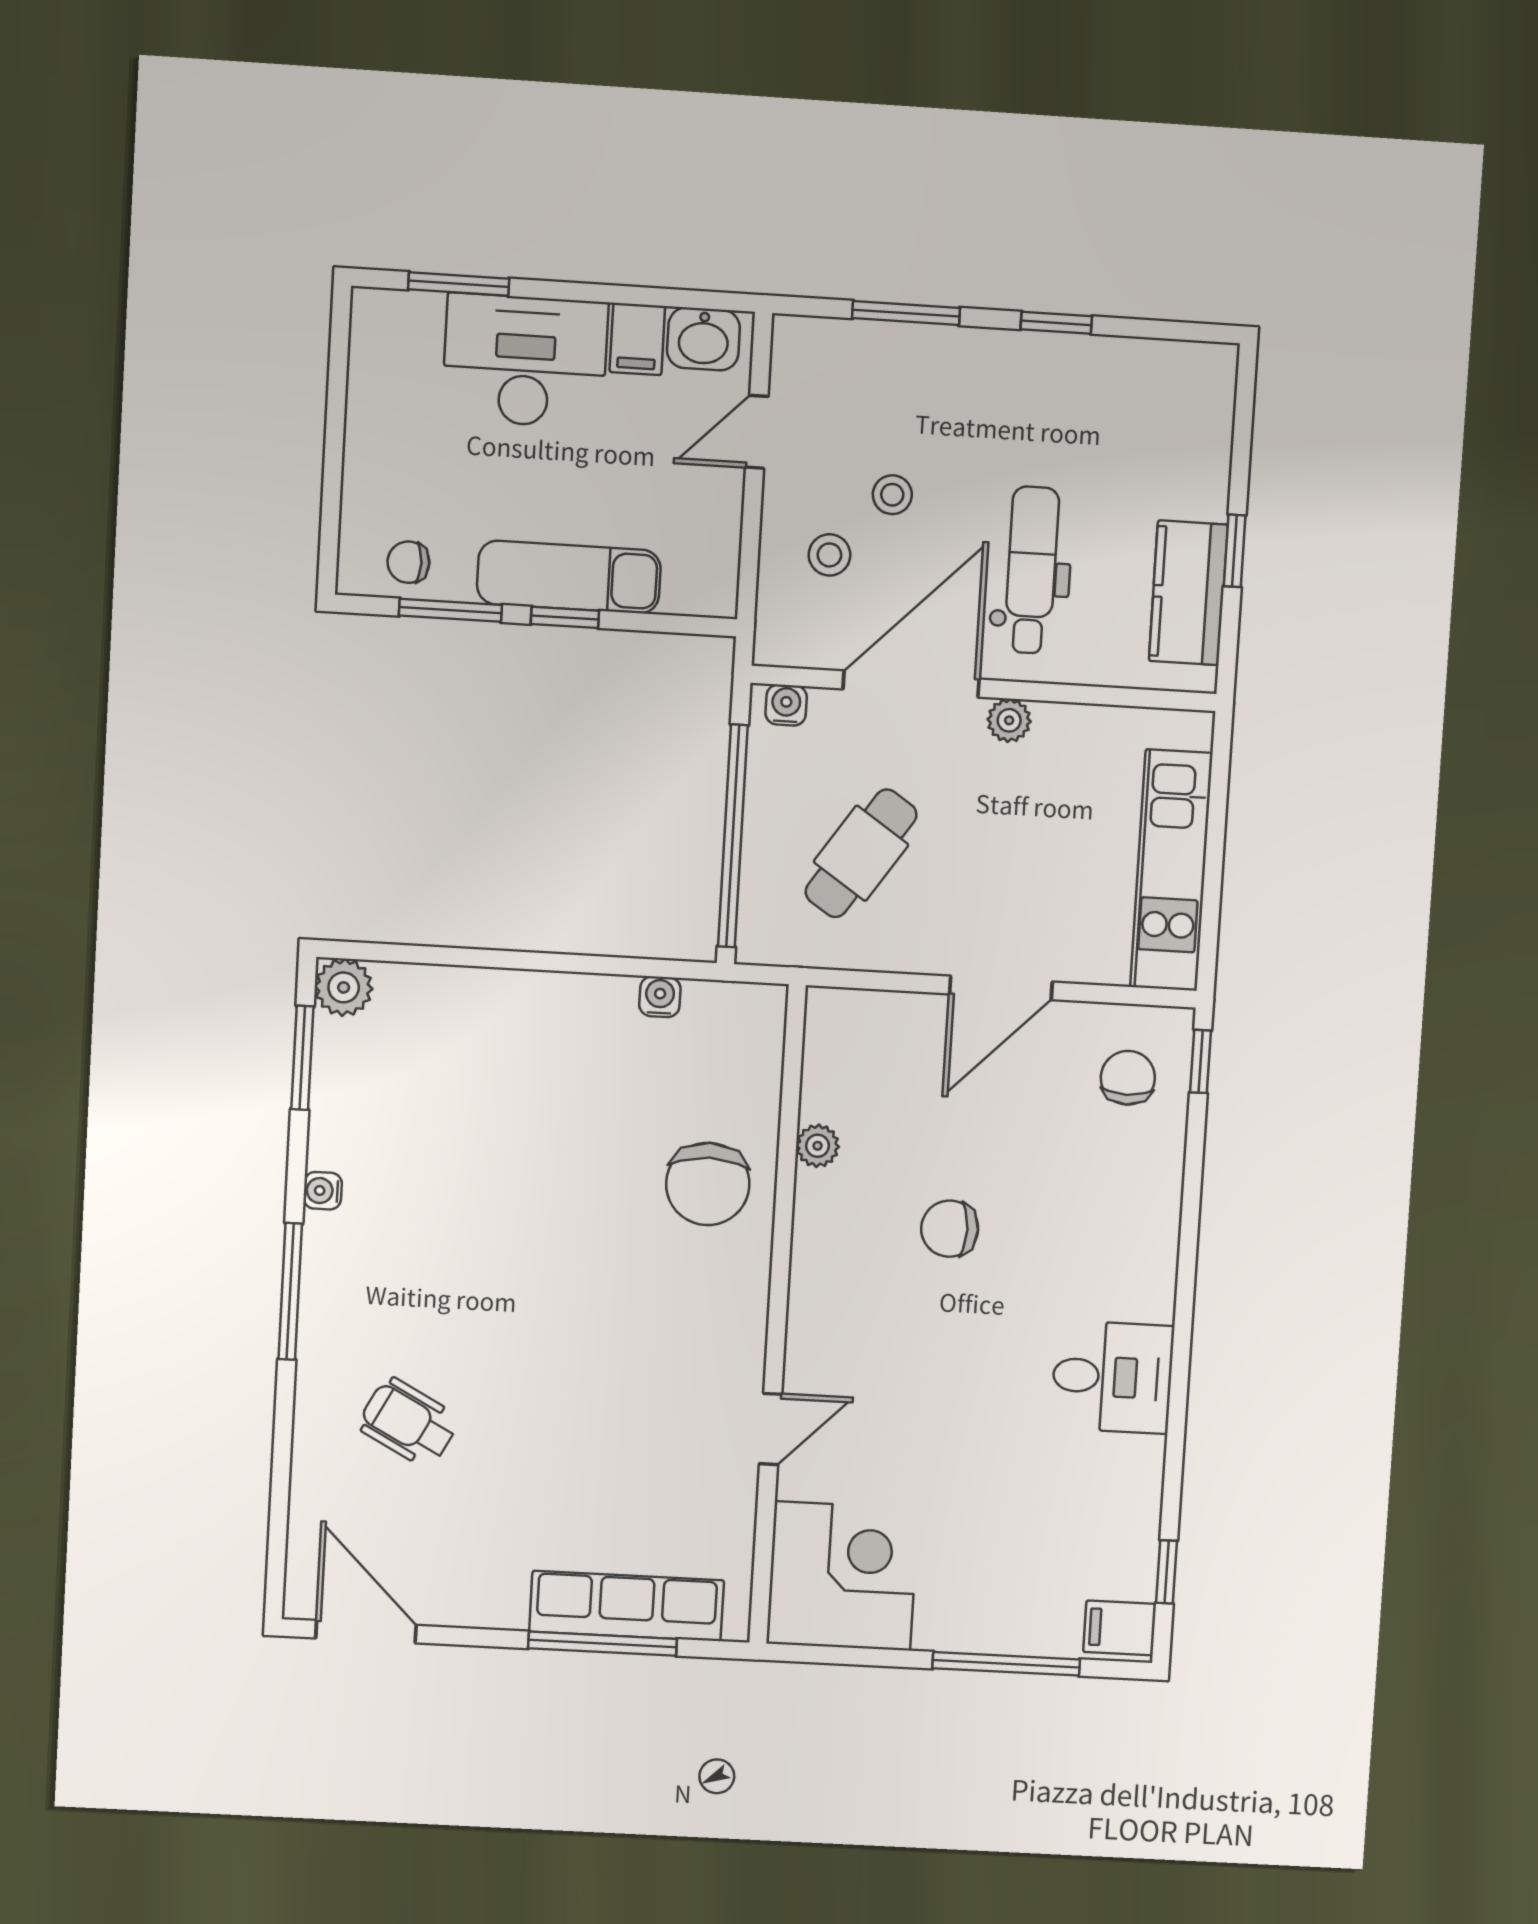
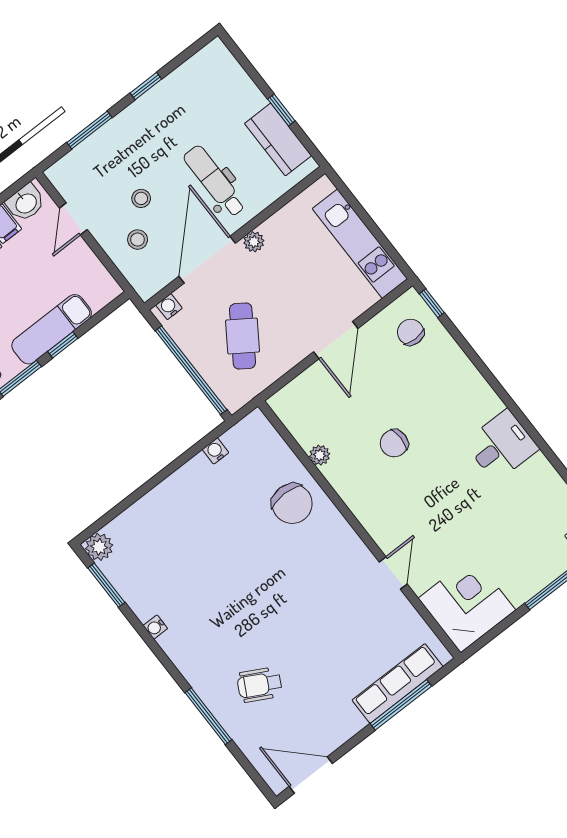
window: (290, 1291) -> (208, 716), moved

